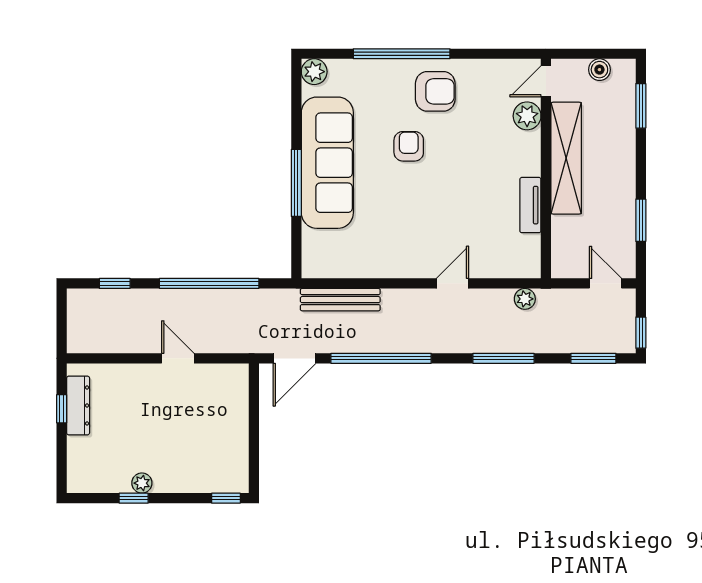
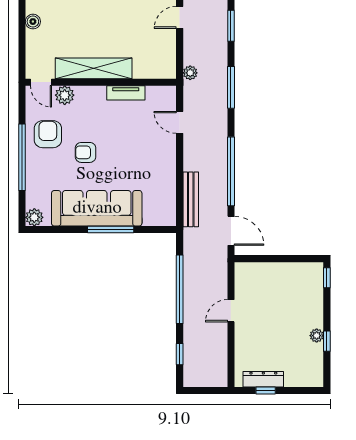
door: (546, 81) -> (41, 82), moved
plant: (527, 116) -> (65, 95), moved
shelving: (566, 158) -> (94, 68), moved
wall: (546, 169) -> (101, 82), moved
tv unit: (530, 205) -> (126, 93), moved

